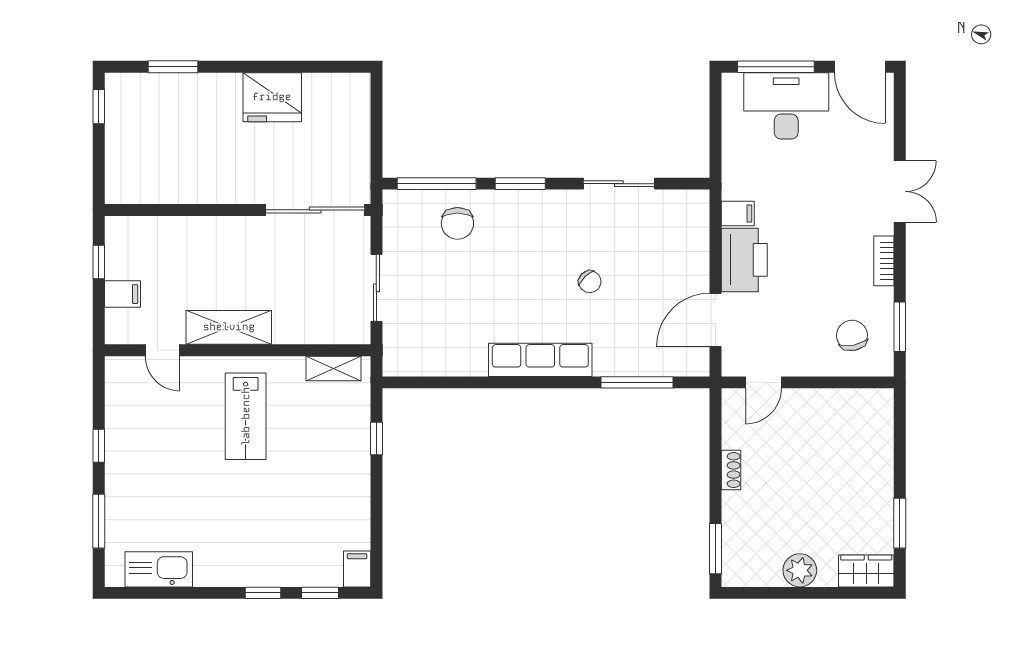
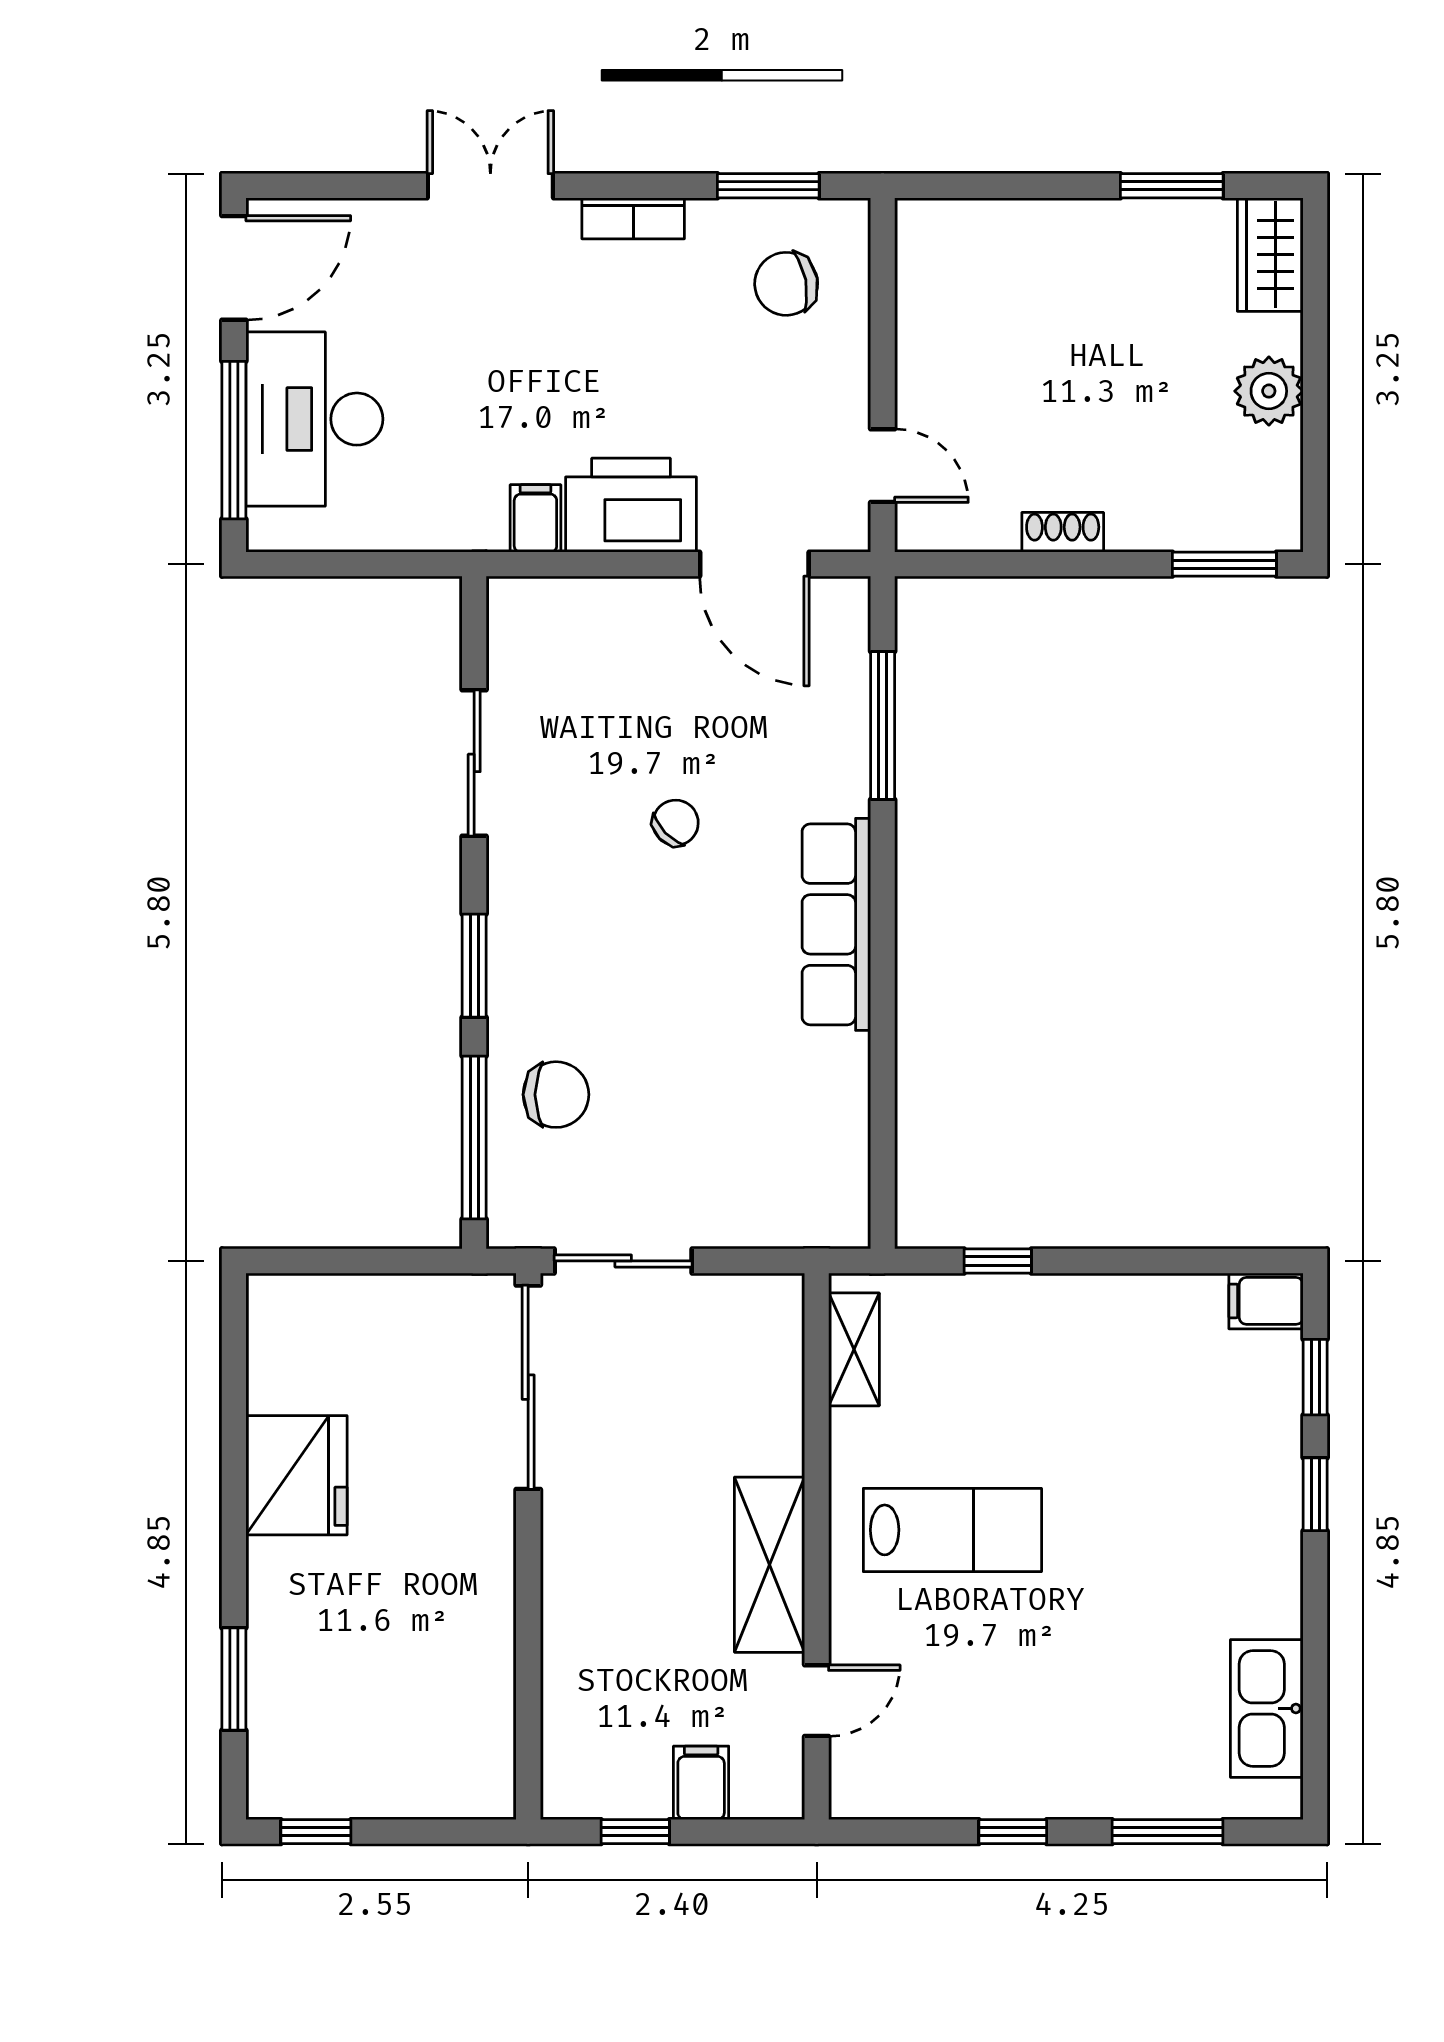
sliding door: (376, 288) -> (623, 1261), moved

